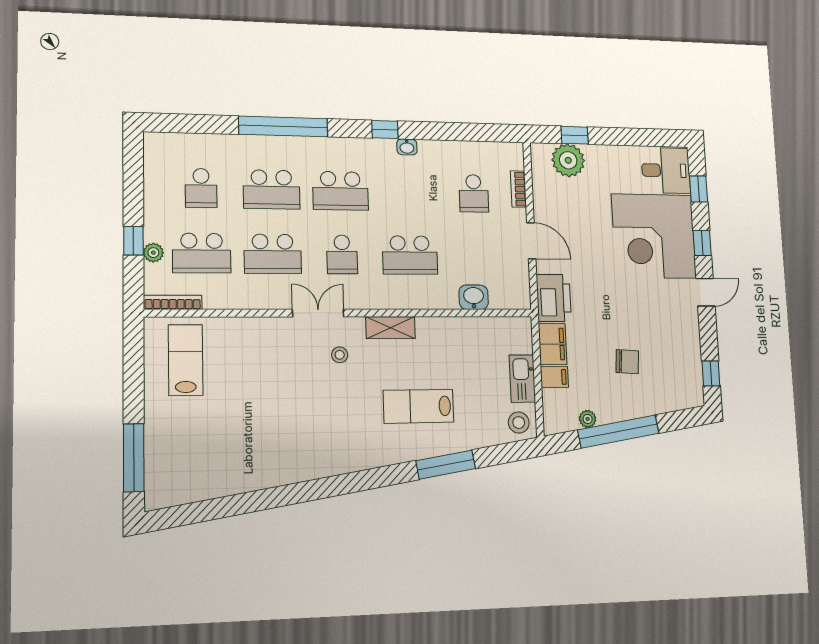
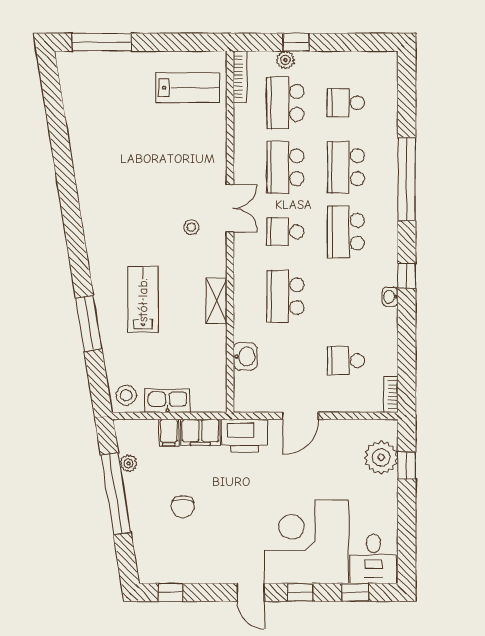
bookcase: (518, 189) -> (391, 395), moved, turned -90
shelving: (390, 328) -> (217, 301), moved

